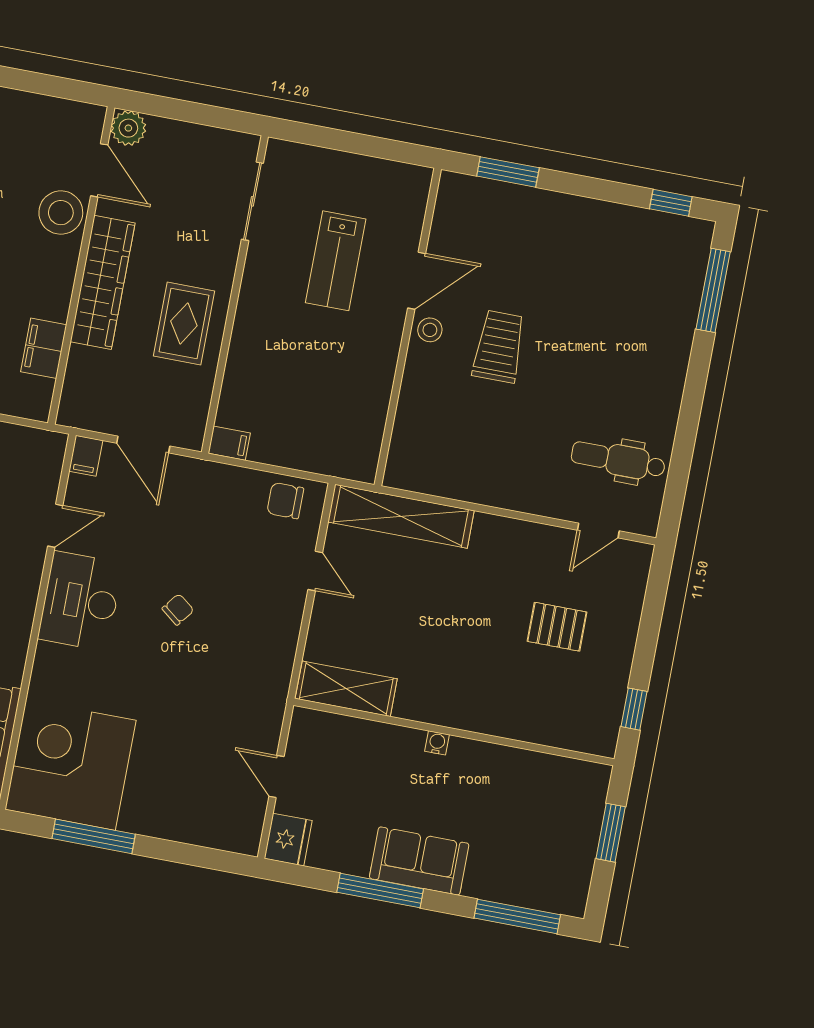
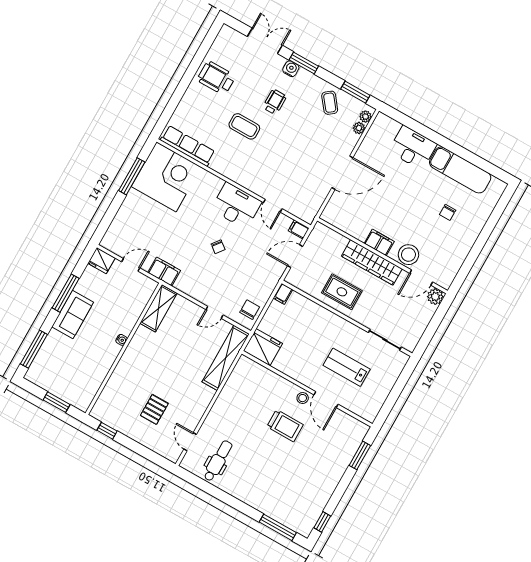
filing cabinet: (44, 348) -> (379, 242), moved
fridge: (353, 447) -> (263, 347), added
filing cabinet: (267, 703) -> (164, 272), added

